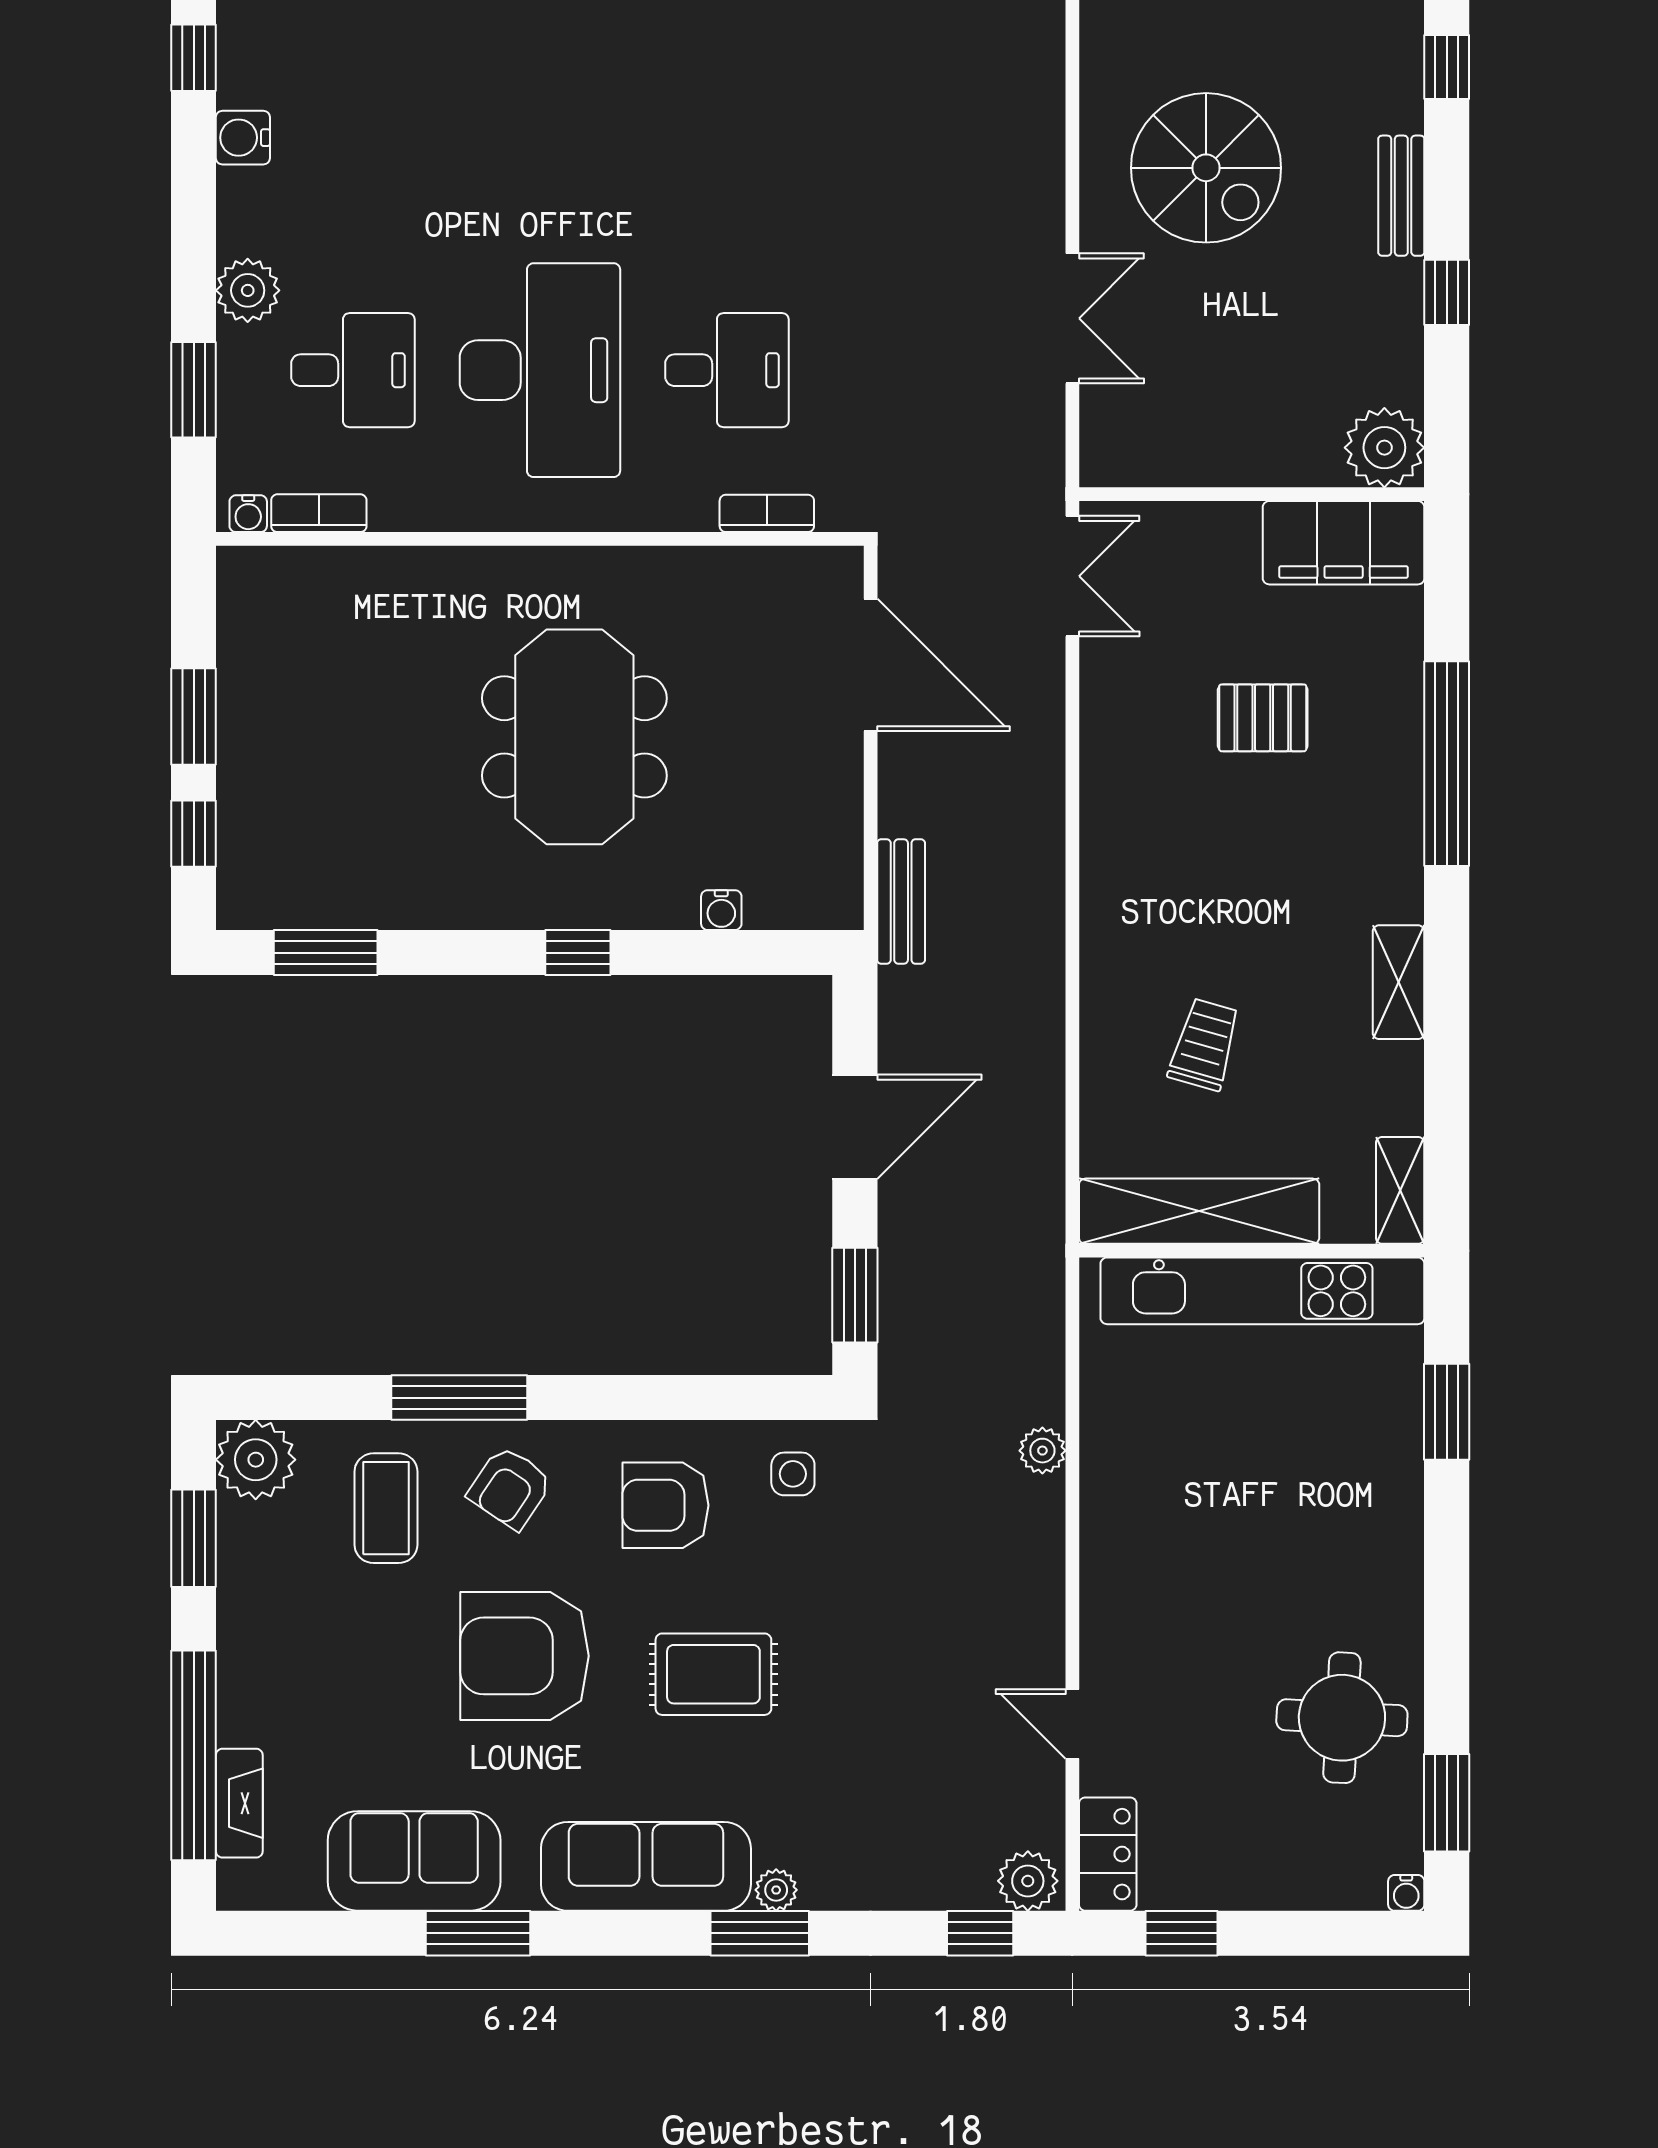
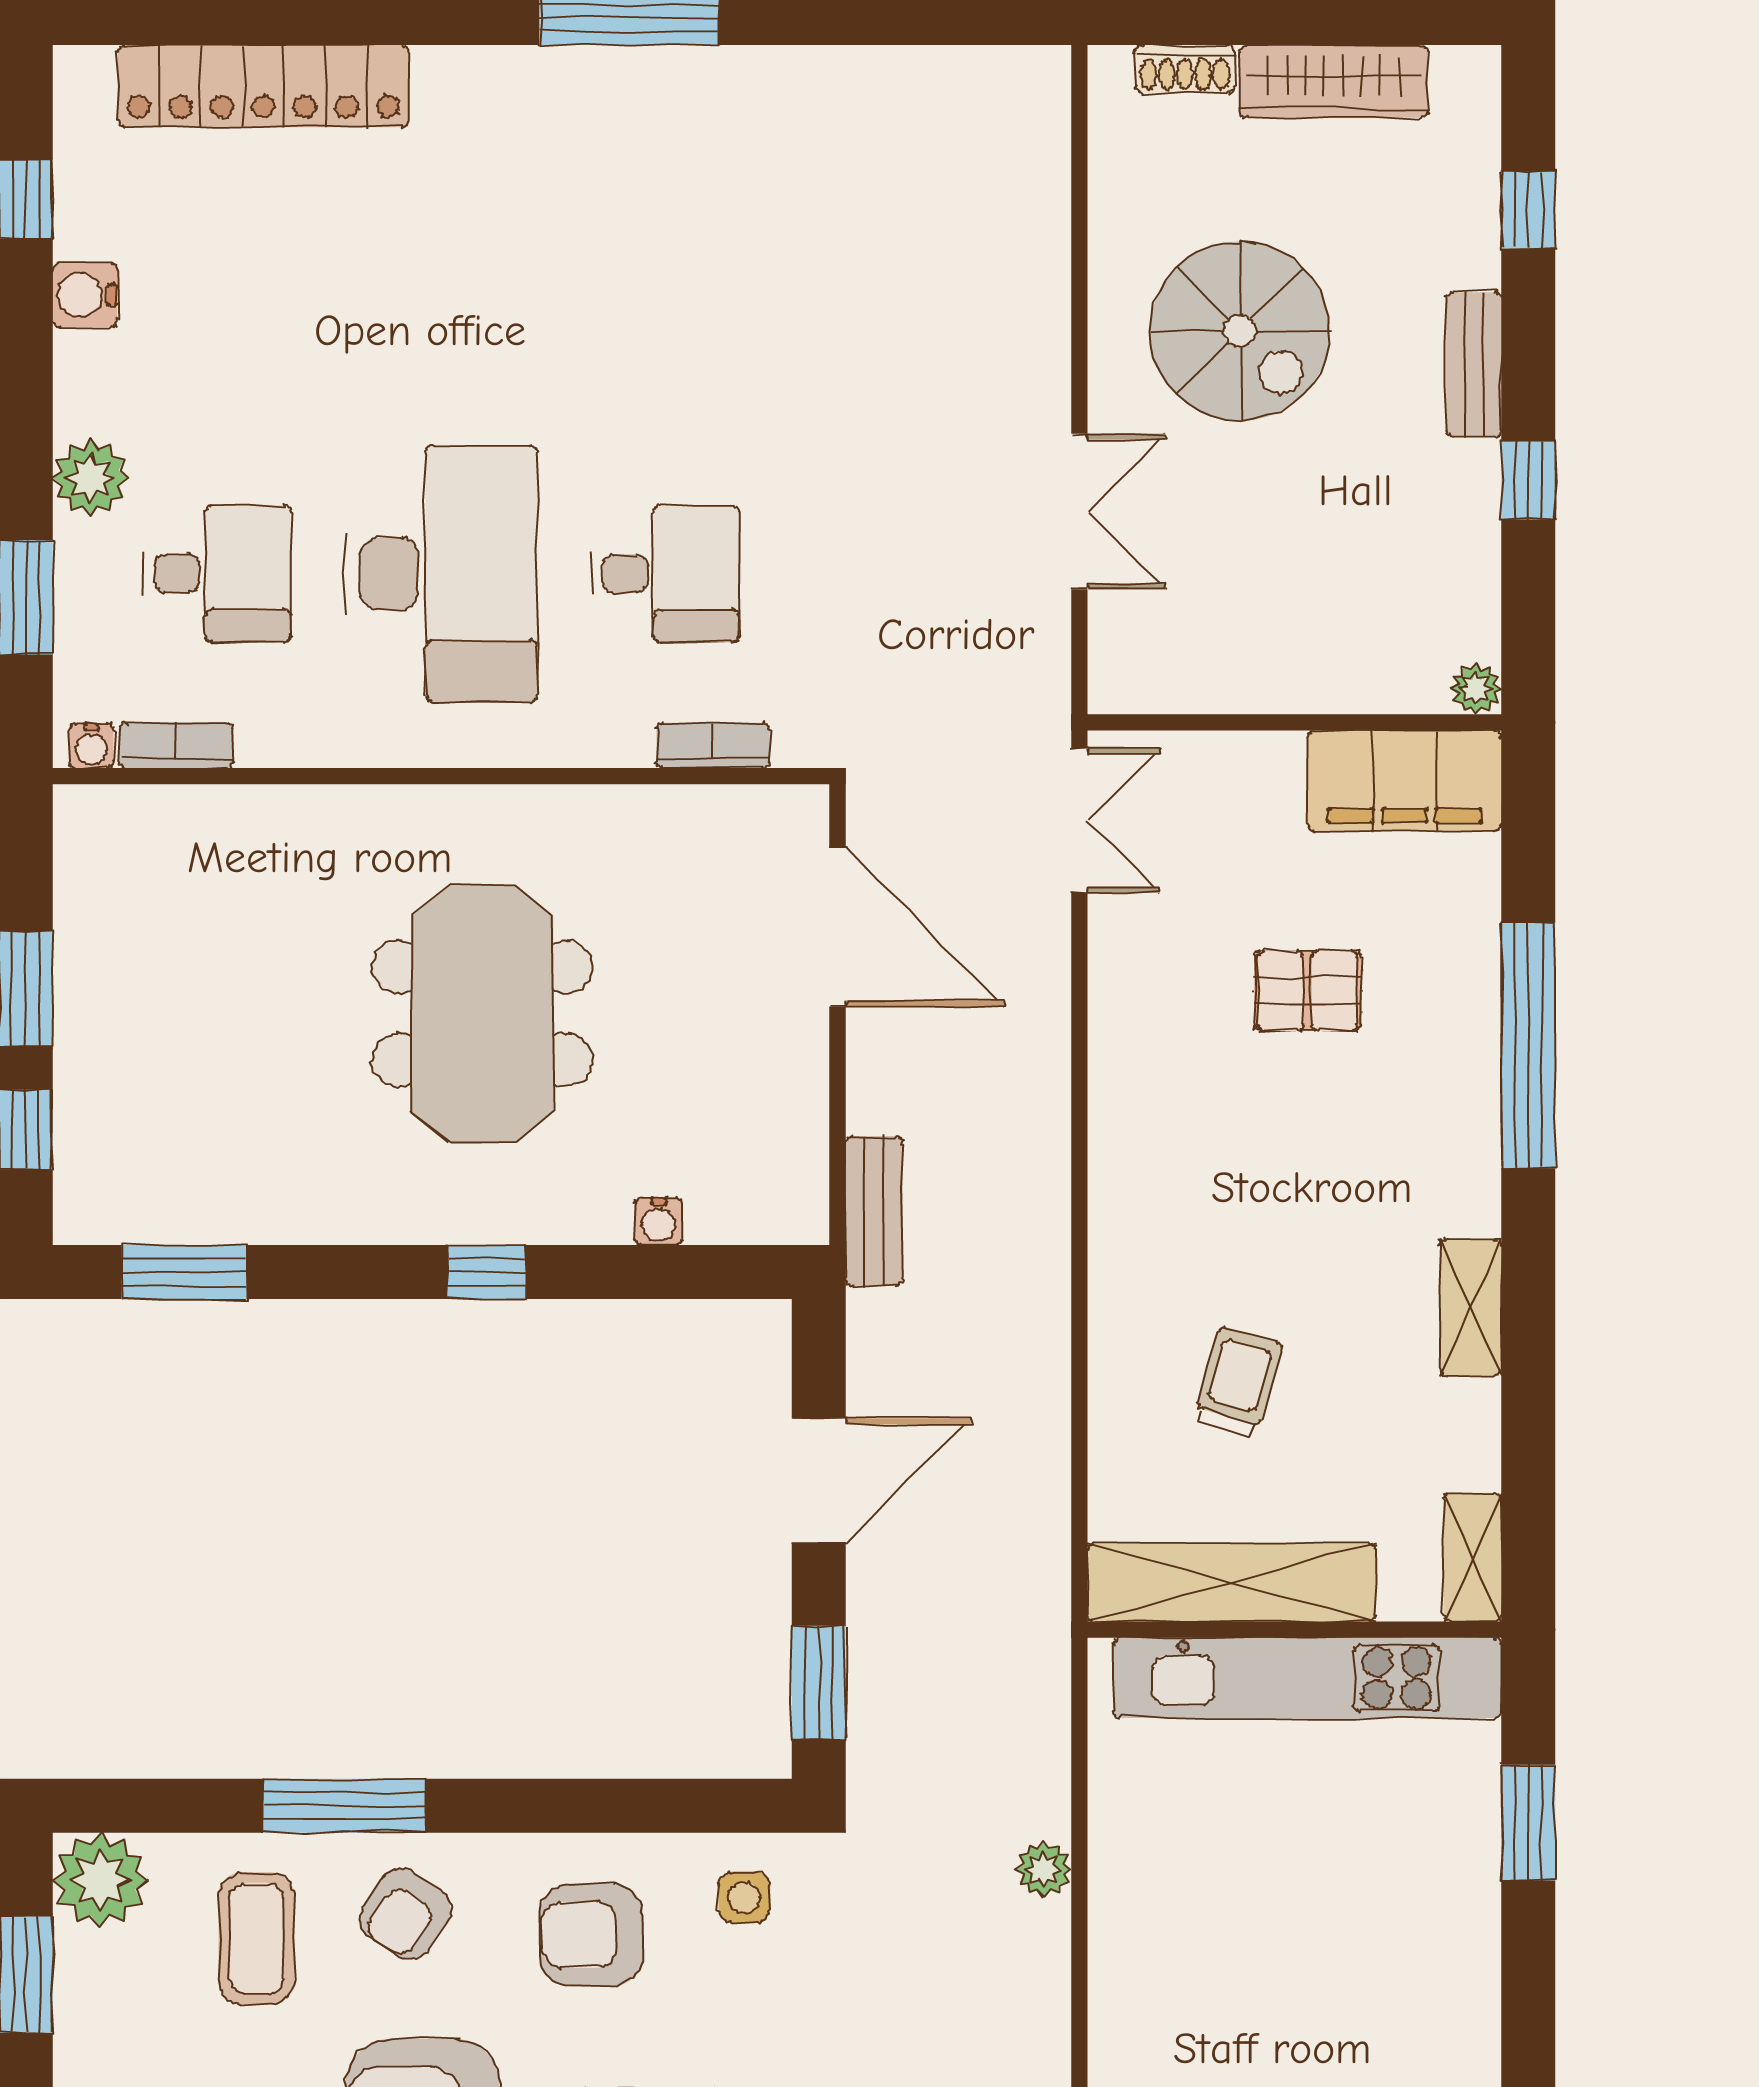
plant: (1384, 448) -> (1476, 689), width x0.53, depth x0.53

